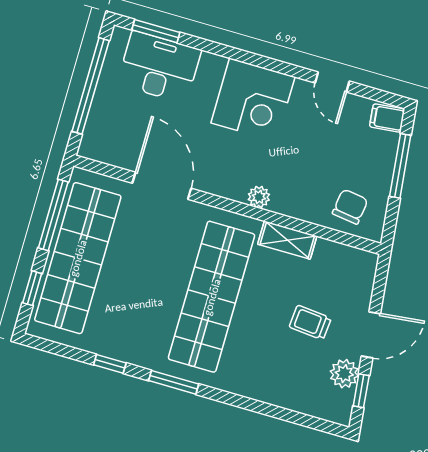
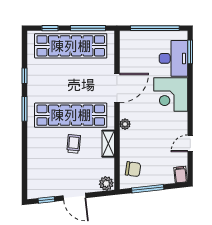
corner desk: (253, 100) -> (171, 94), moved
window: (400, 166) -> (148, 189), moved
door: (162, 186) -> (117, 88), moved
trolley: (310, 322) -> (74, 144), moved
plant: (344, 374) -> (106, 183), moved

